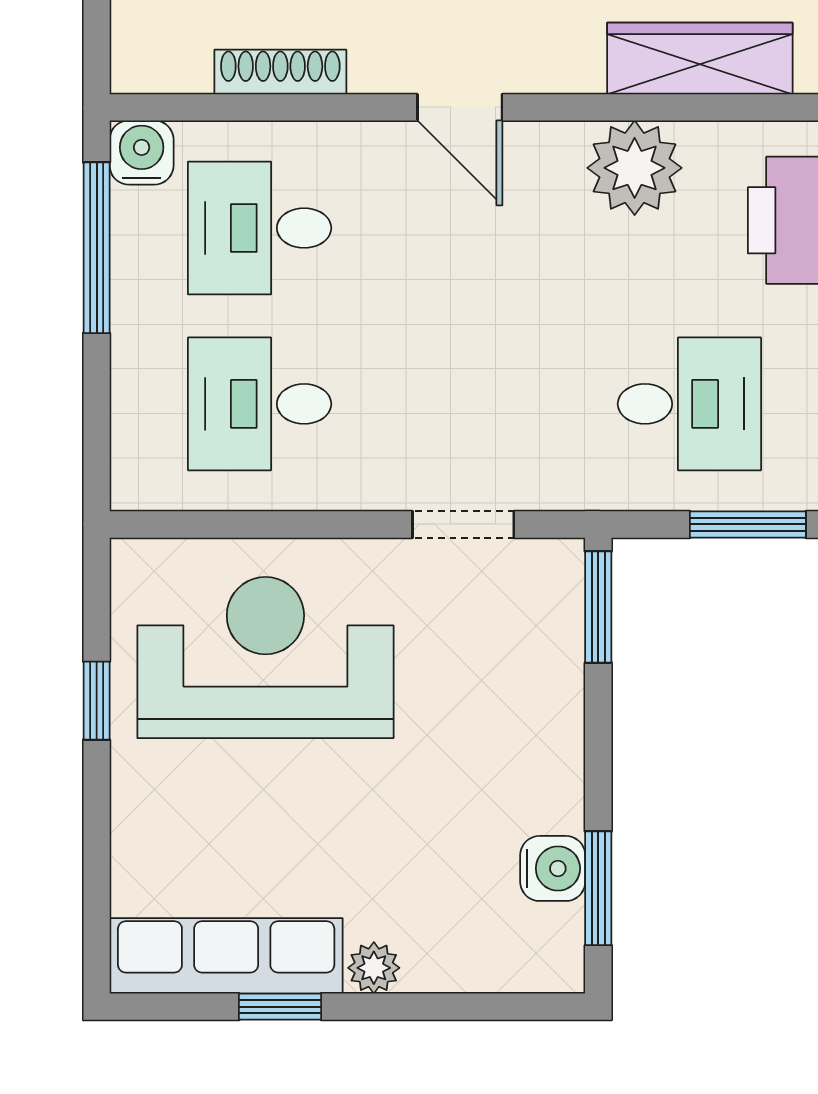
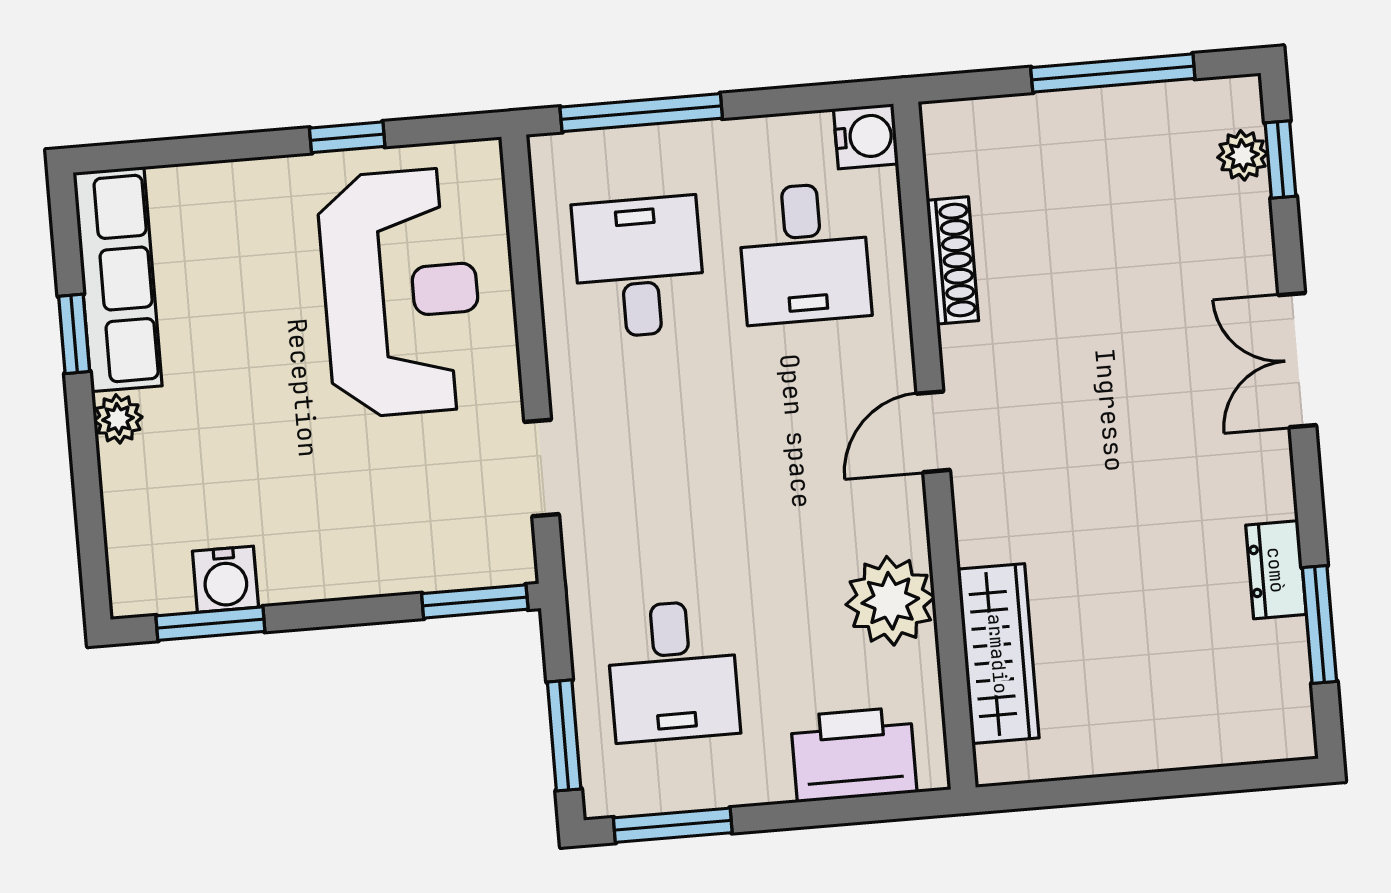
desk: (260, 228) -> (804, 253), turned 180
window: (97, 248) -> (641, 113), moved

